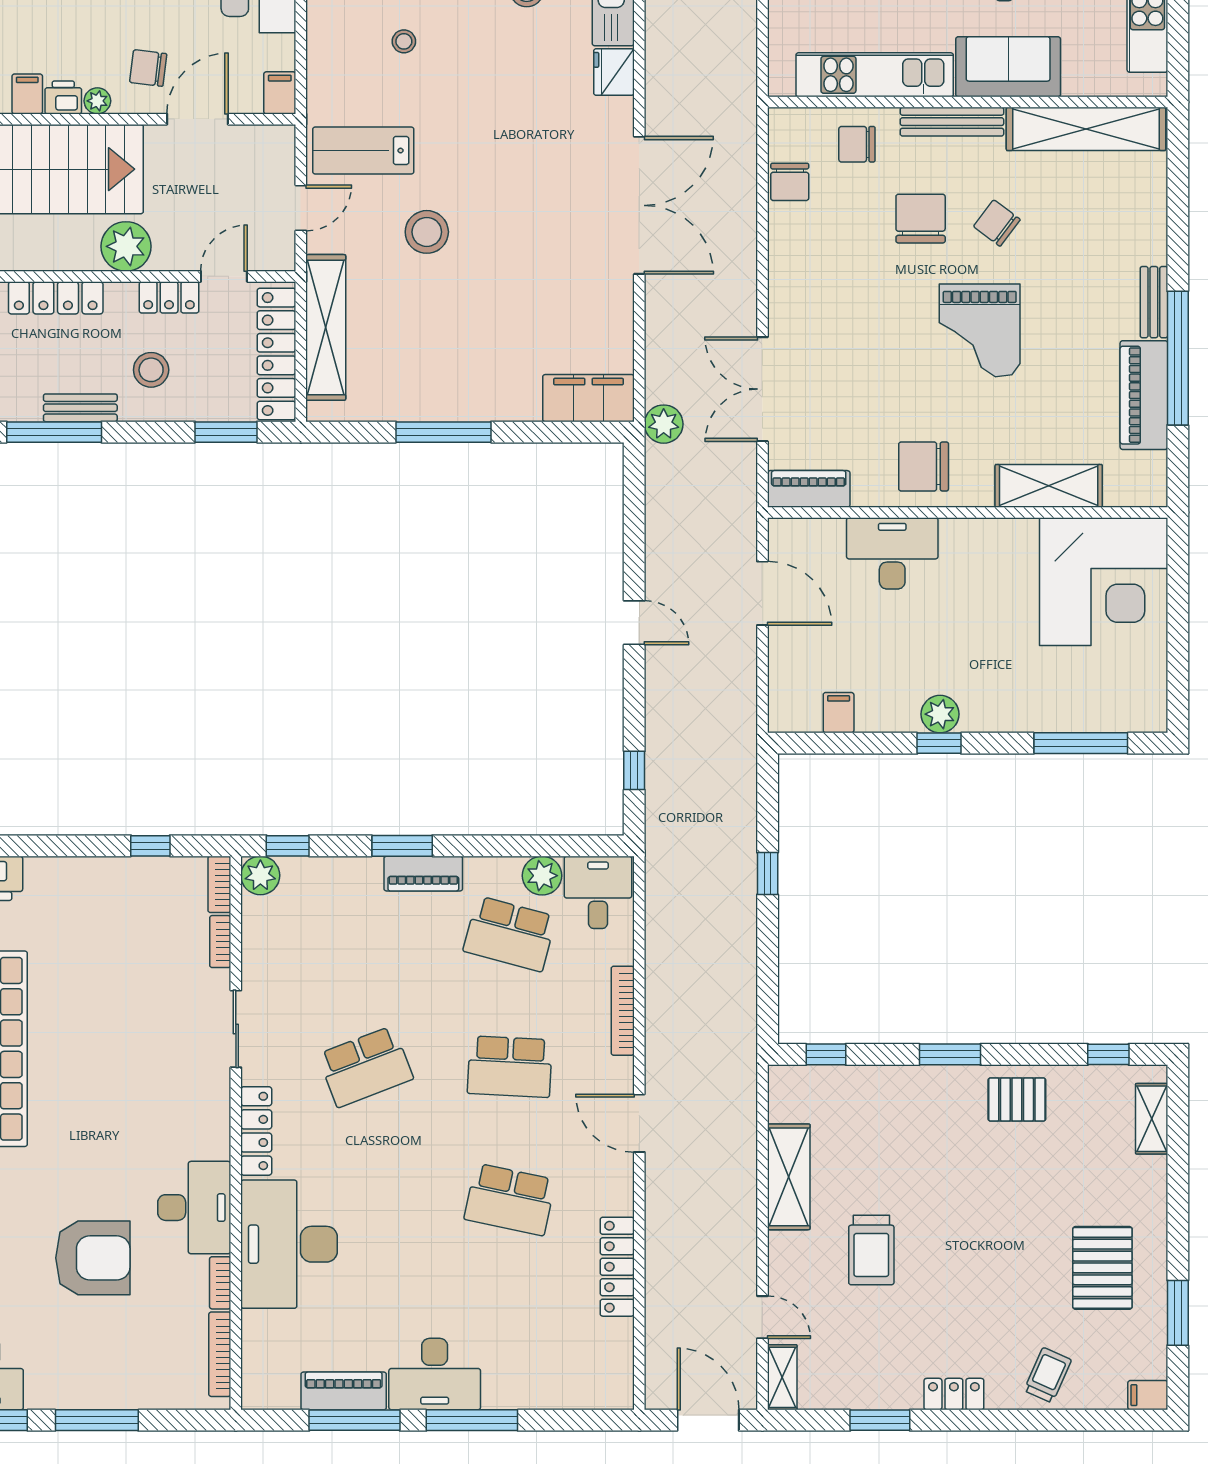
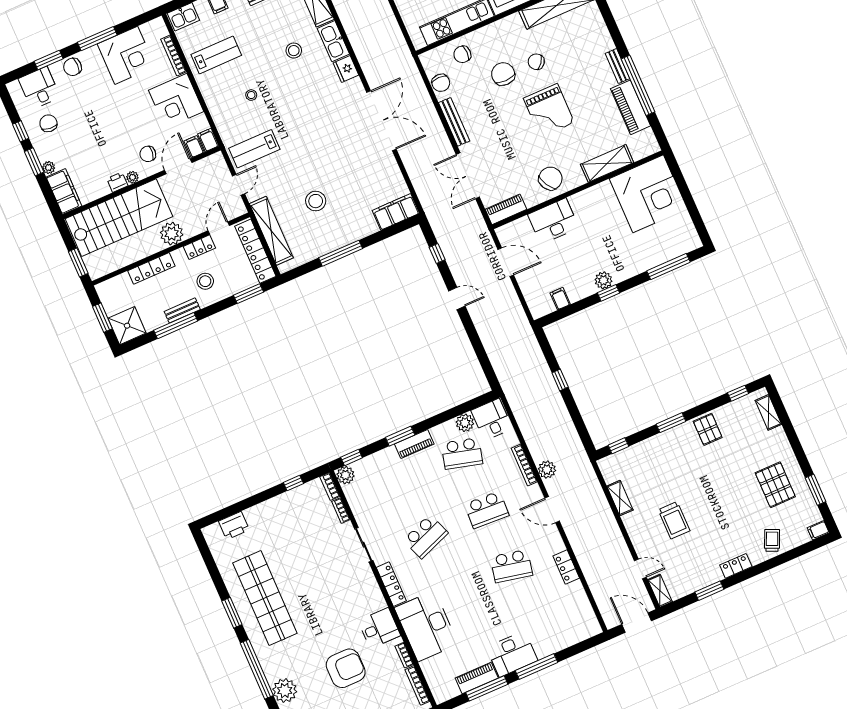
filing cabinet: (27, 94) -> (194, 147), moved
bench: (952, 122) -> (454, 122), moved, turned 90
stool: (427, 232) -> (316, 201), moved
plant: (664, 424) -> (547, 470), moved
chair: (924, 466) -> (550, 178), turned 150
window: (634, 770) -> (437, 253), moved
pallet: (1017, 1099) -> (708, 429), turned 90
shelving: (789, 1177) -> (620, 498), width x0.67, depth x0.75
desk: (194, 1208) -> (379, 628), width x0.73
locker: (617, 1267) -> (566, 567), width x0.66

